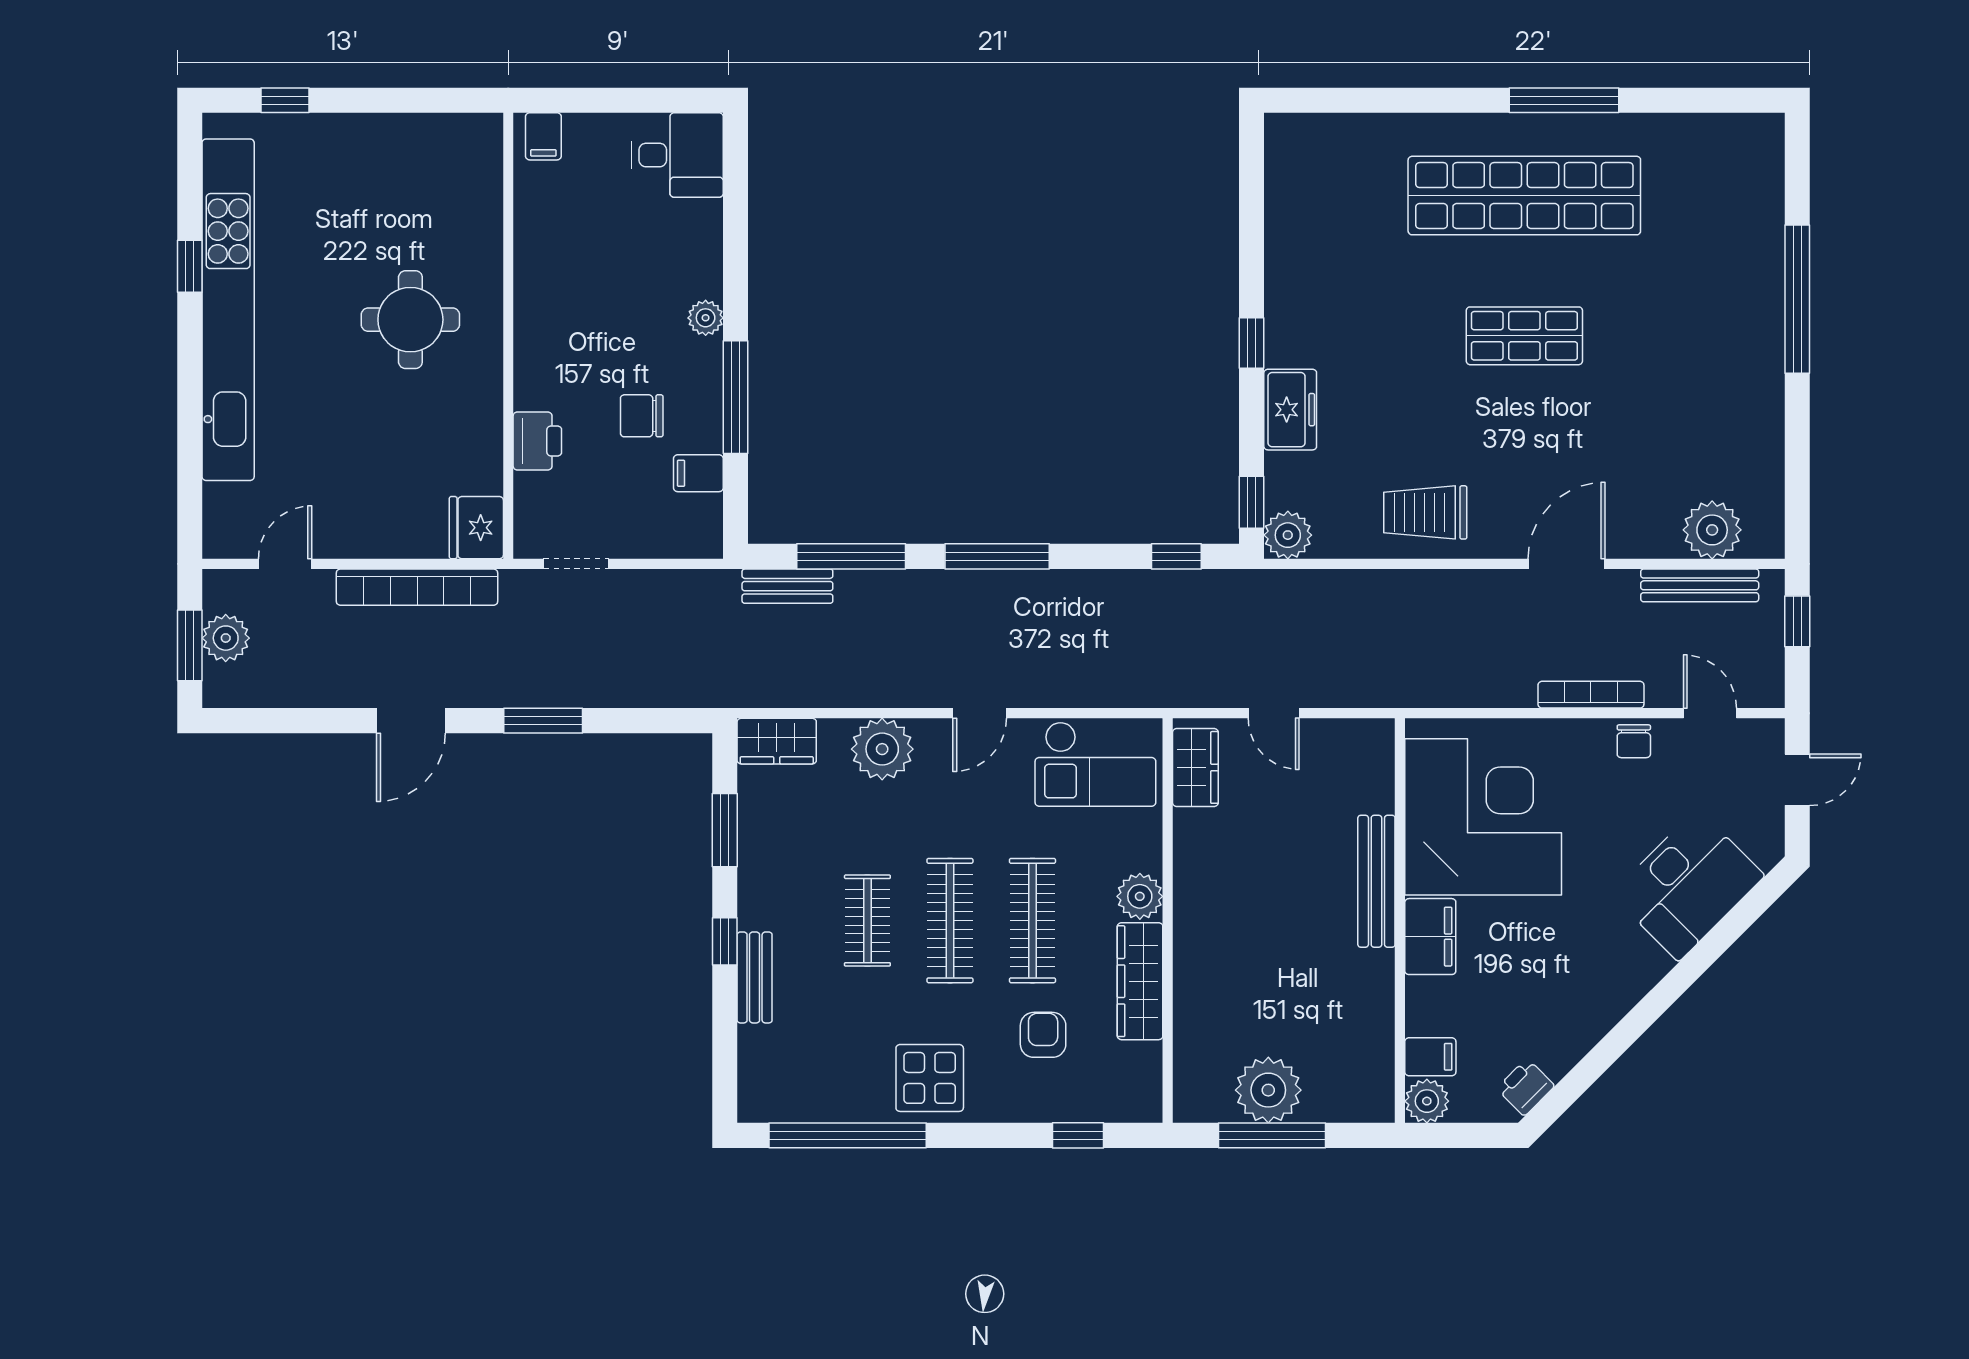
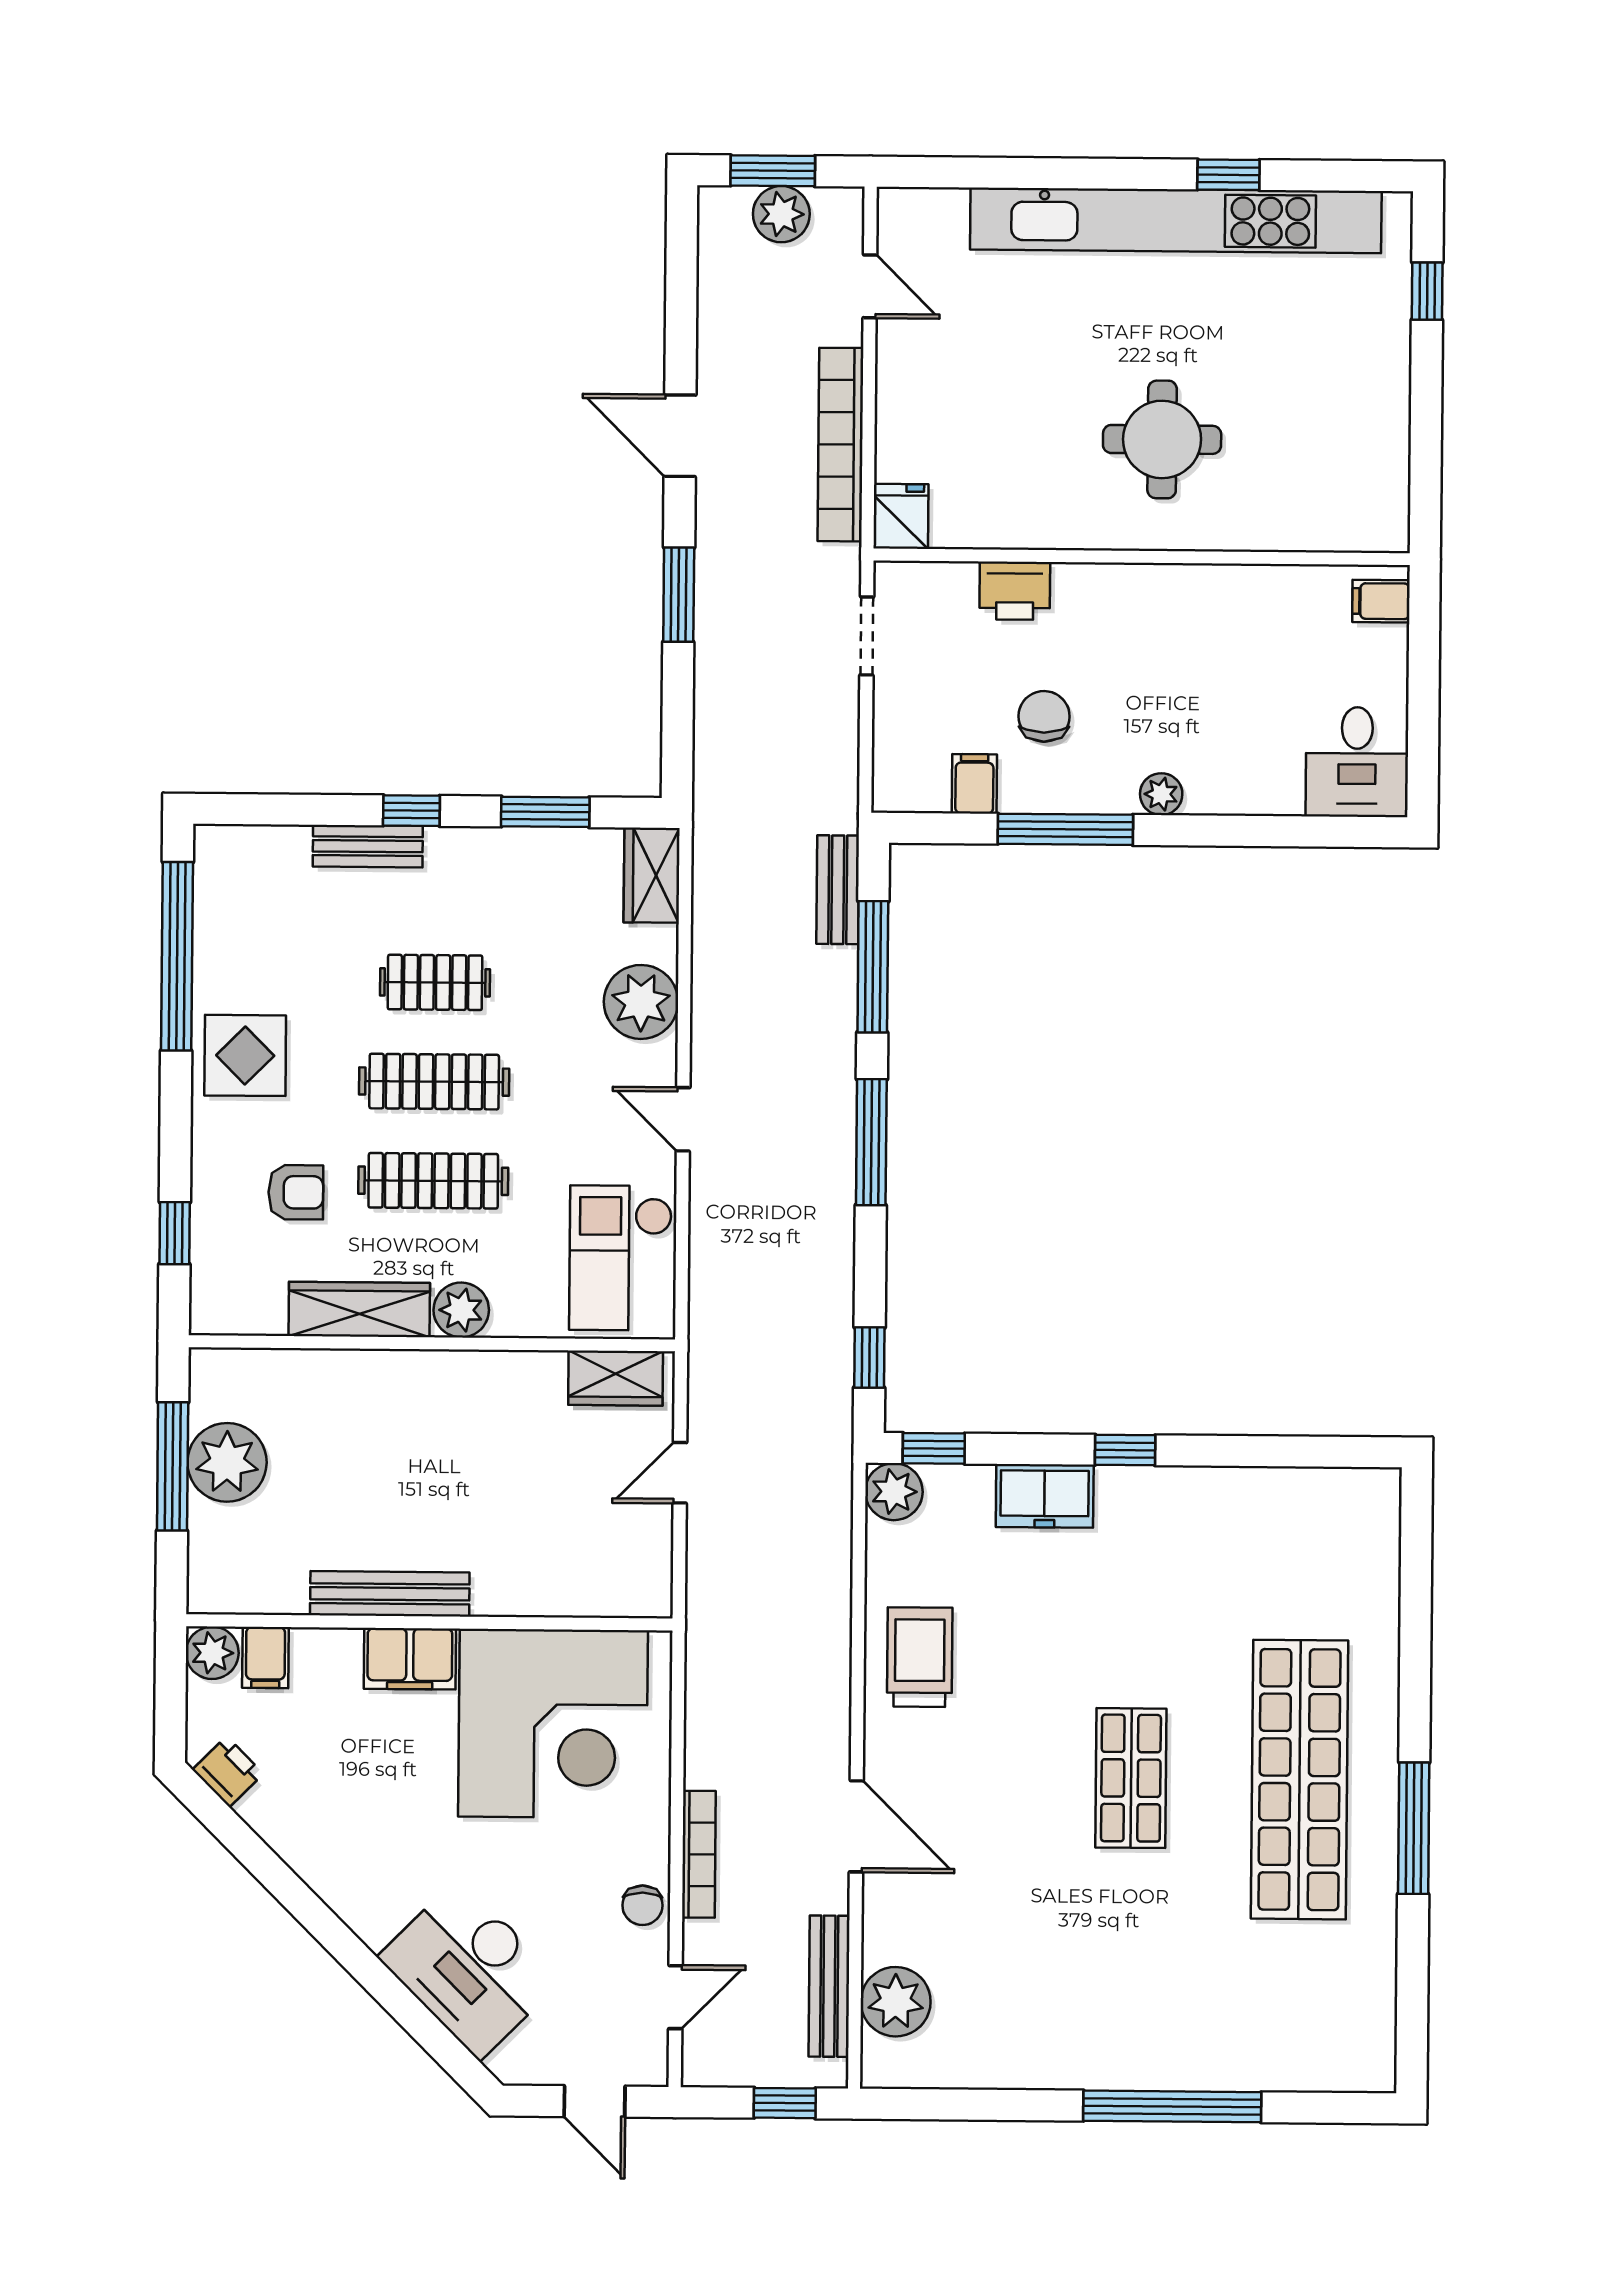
fridge: (476, 528) -> (901, 516), width x0.72
chair: (1634, 741) -> (642, 1905), turned -90
bench: (1376, 881) -> (390, 1594), moved

